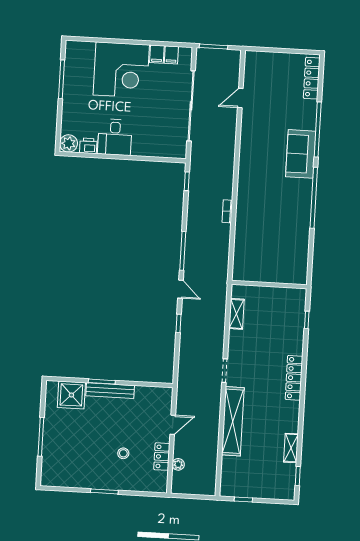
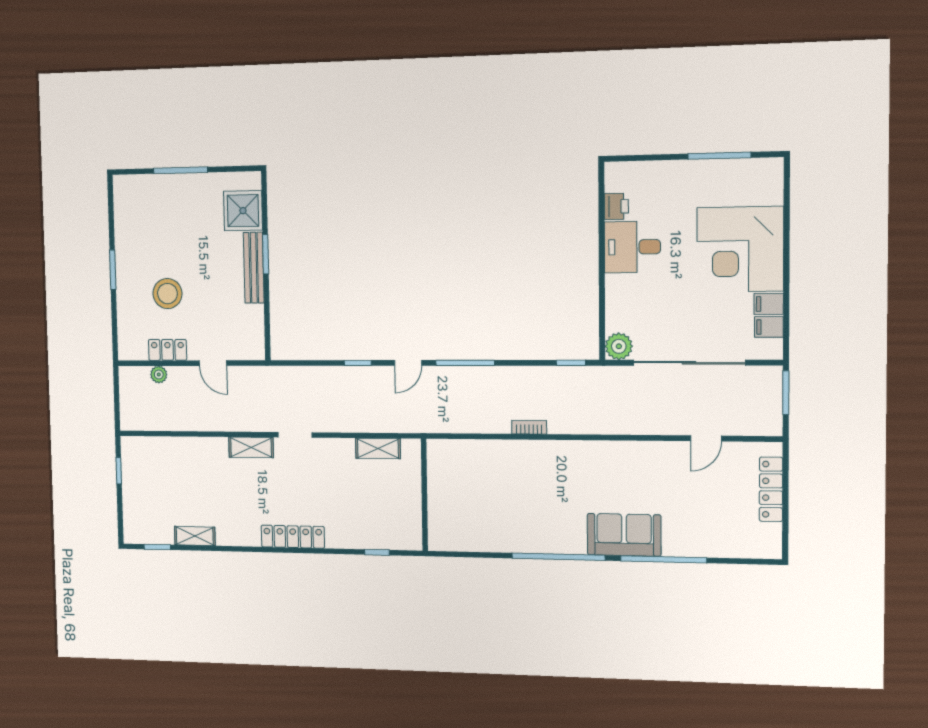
locker: (312, 78) -> (771, 489), moved, turned -90
door: (240, 98) -> (706, 438), swing flipped
plant: (68, 143) -> (619, 346), moved
shelving: (233, 421) -> (251, 447), width x0.45, depth x0.75
stool: (123, 453) -> (167, 294), width x1.89, depth x1.89

